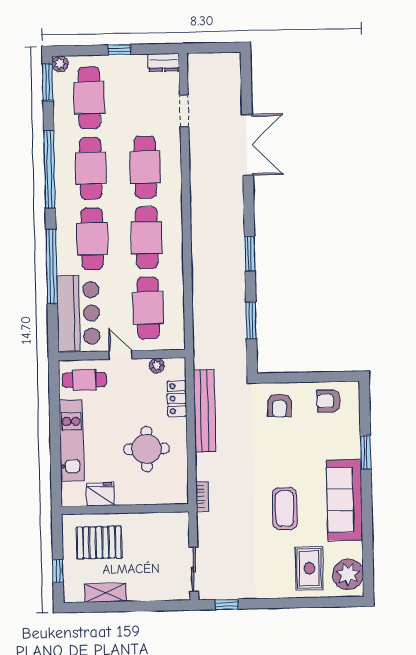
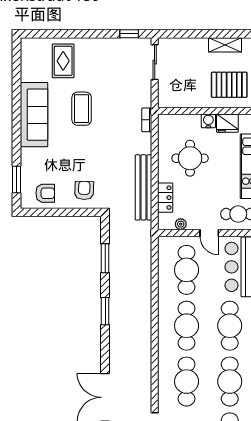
window: (366, 452) -> (17, 179), moved
water cooler: (124, 496) -> (208, 121), added
plant: (348, 574) -> (32, 55), removed

